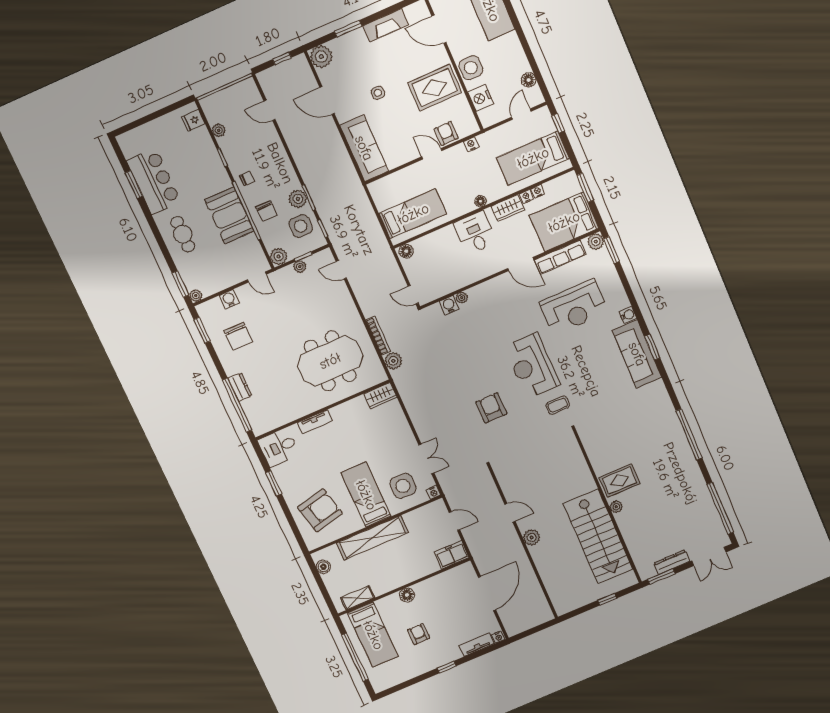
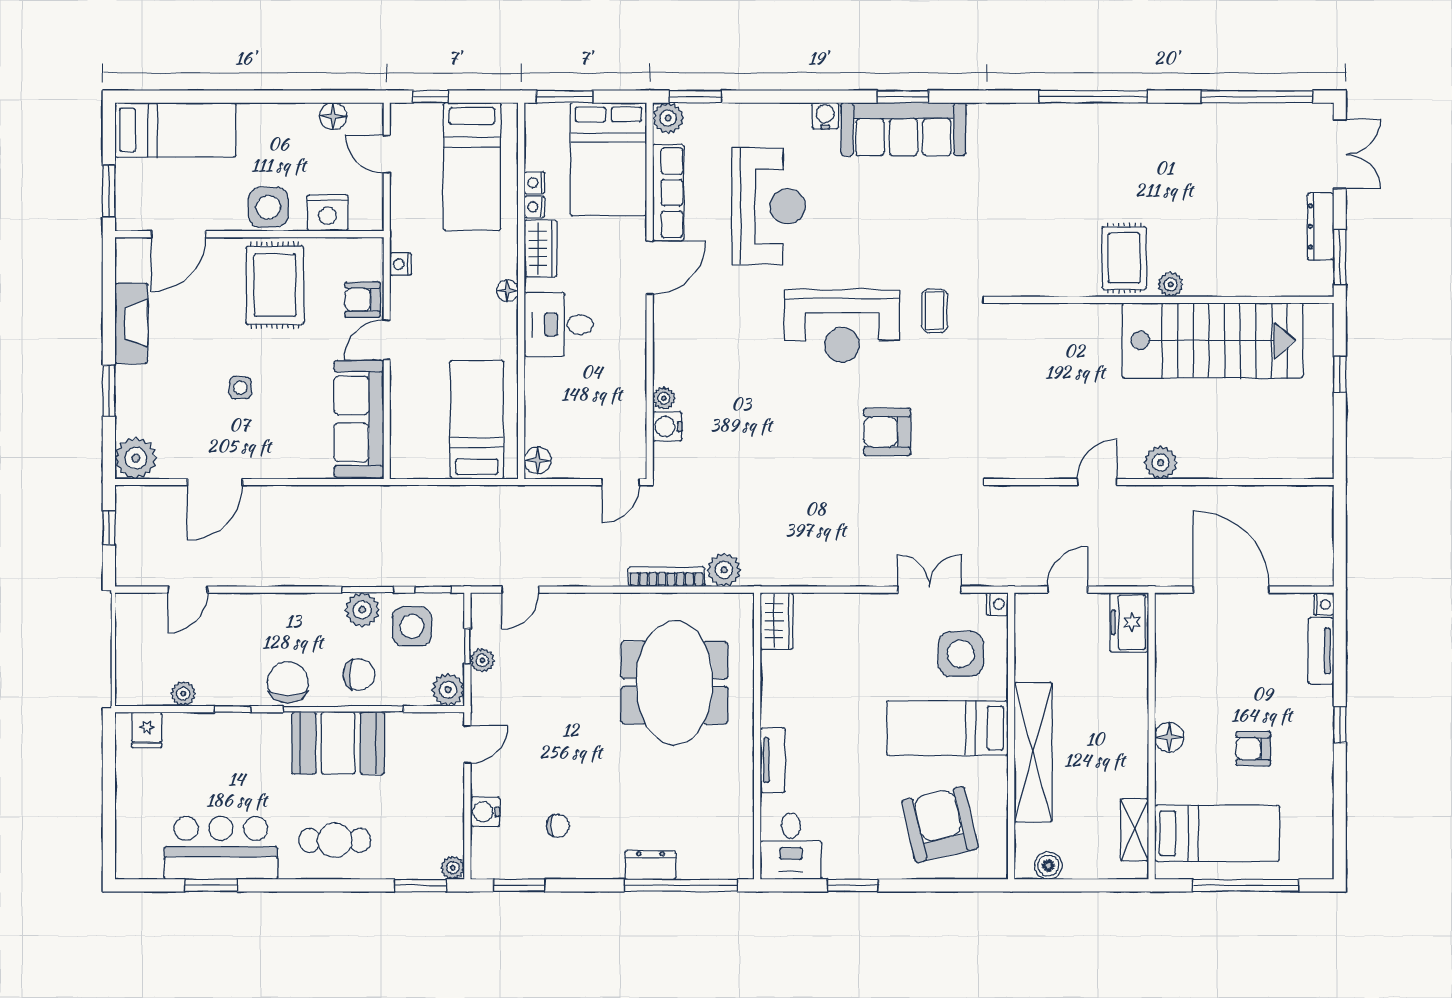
sofa: (364, 148) -> (359, 419), moved, turned -90
chair: (247, 178) -> (288, 682), width x1.87, depth x1.87
chair: (238, 336) -> (558, 826), width x0.54, depth x0.54

